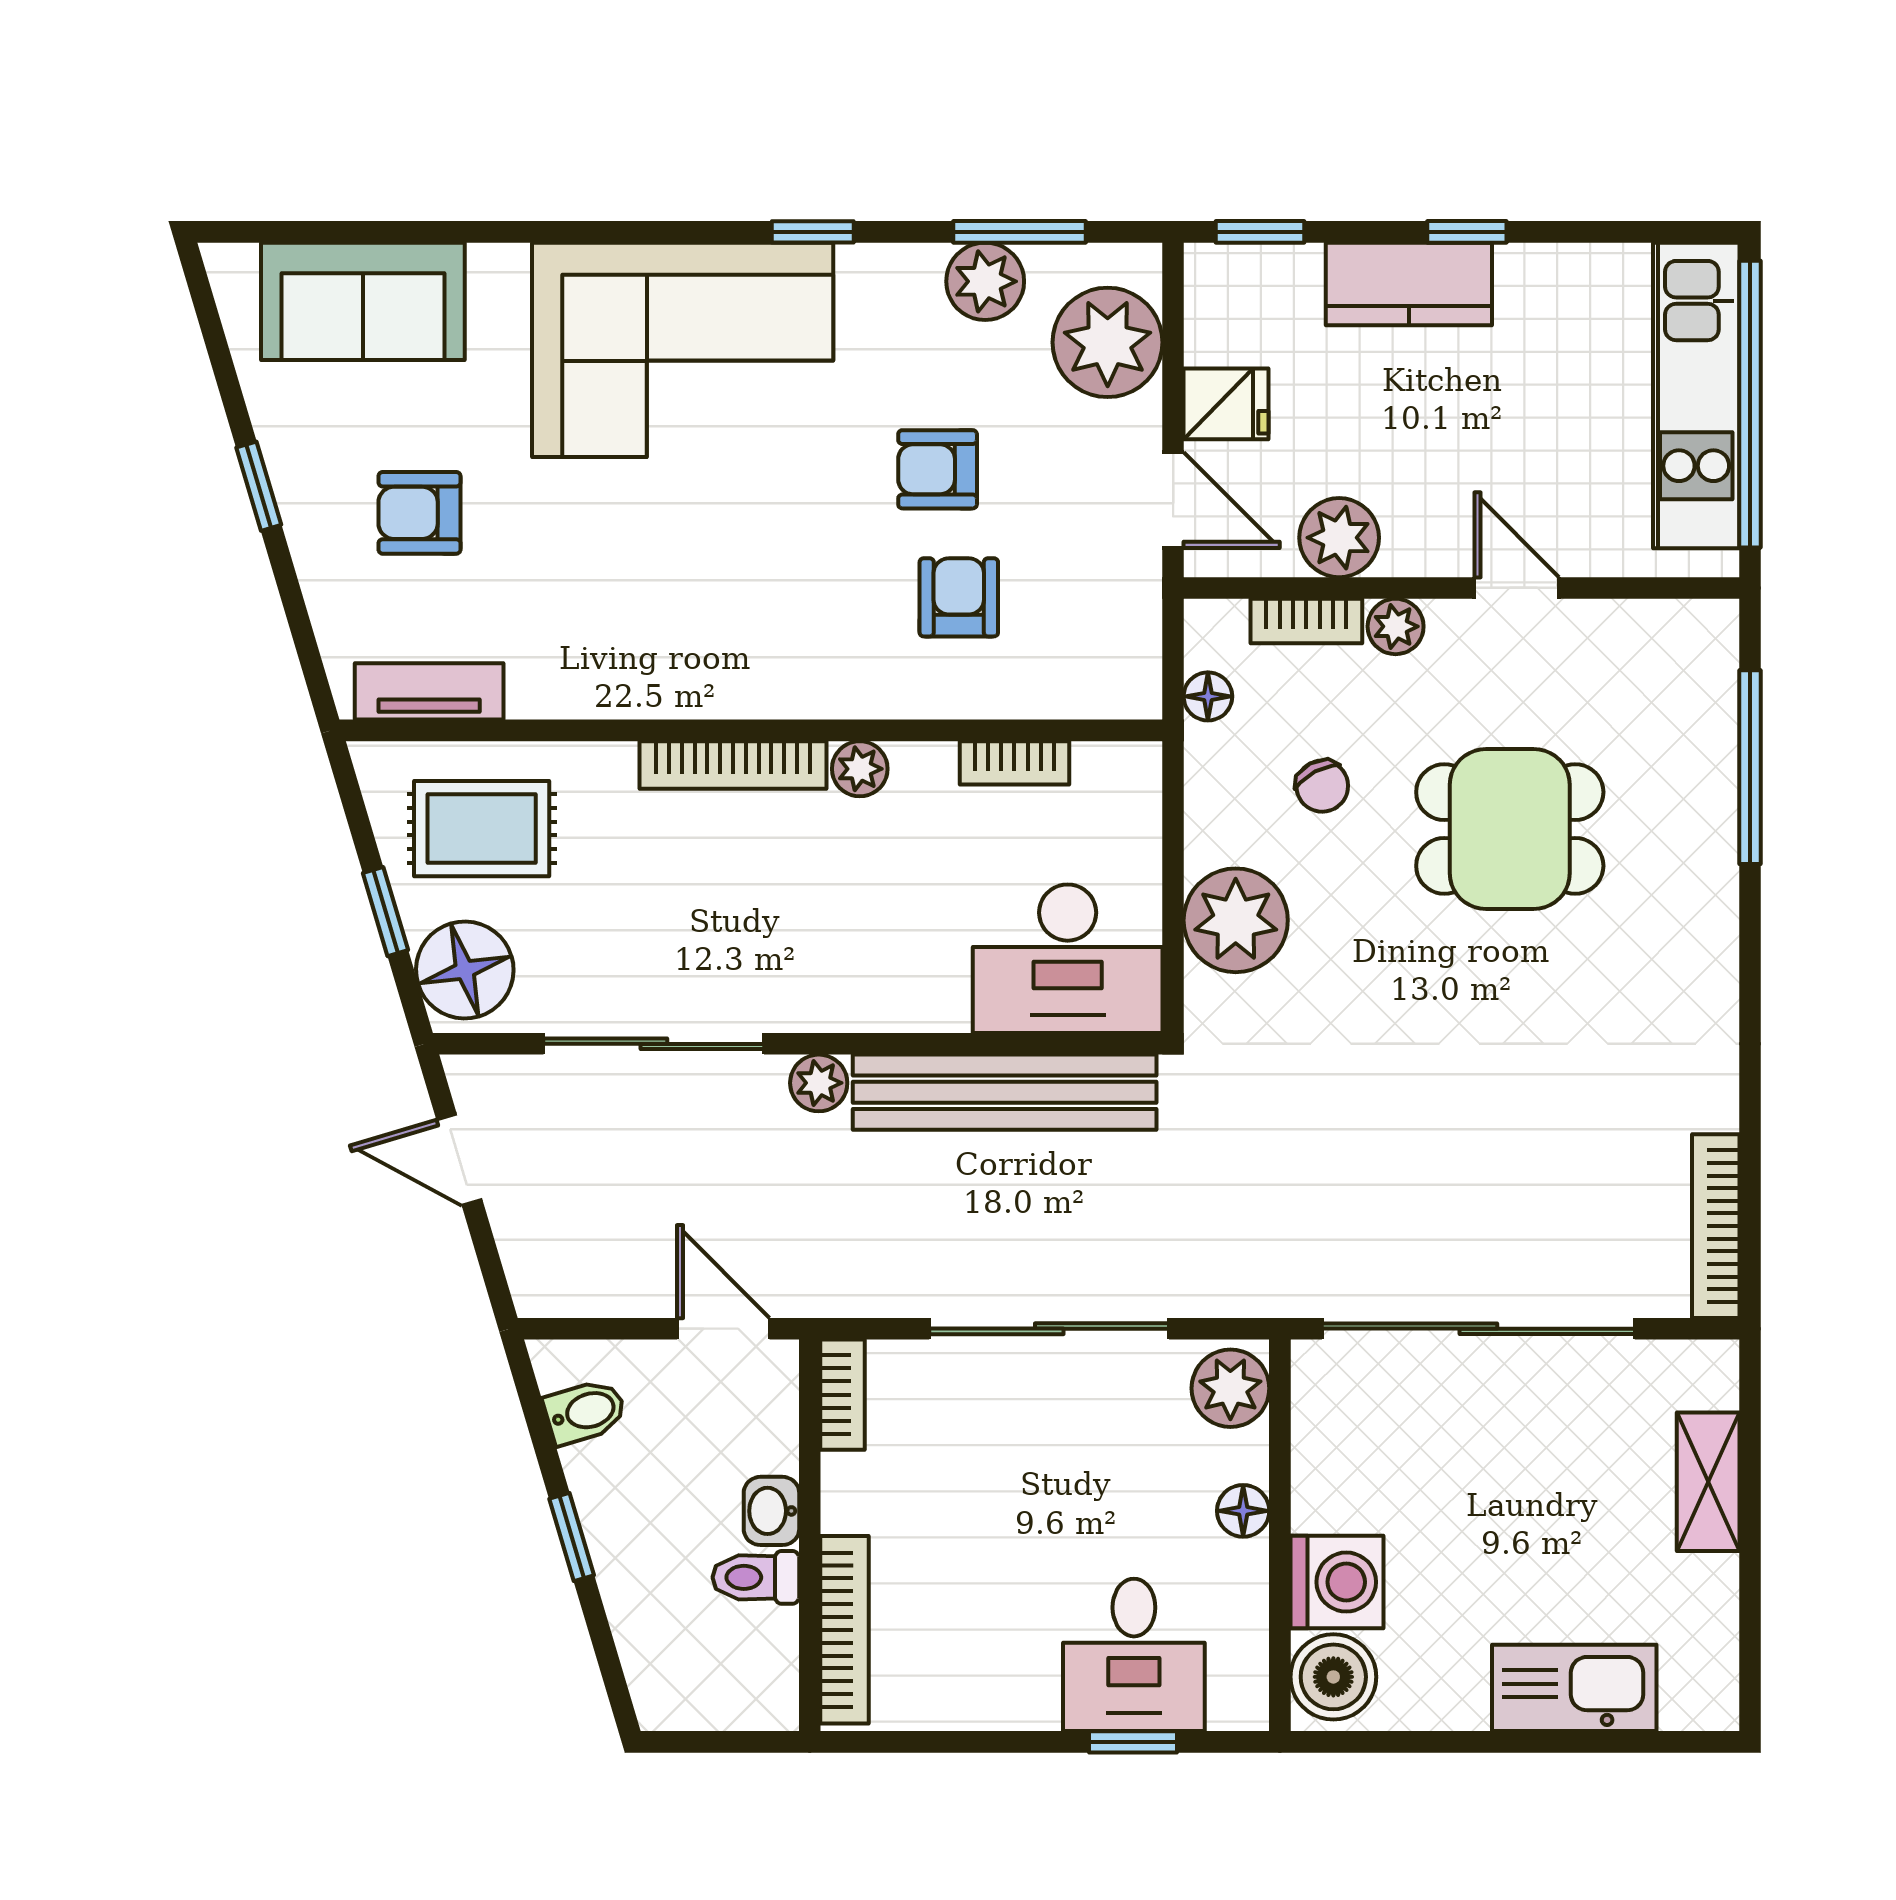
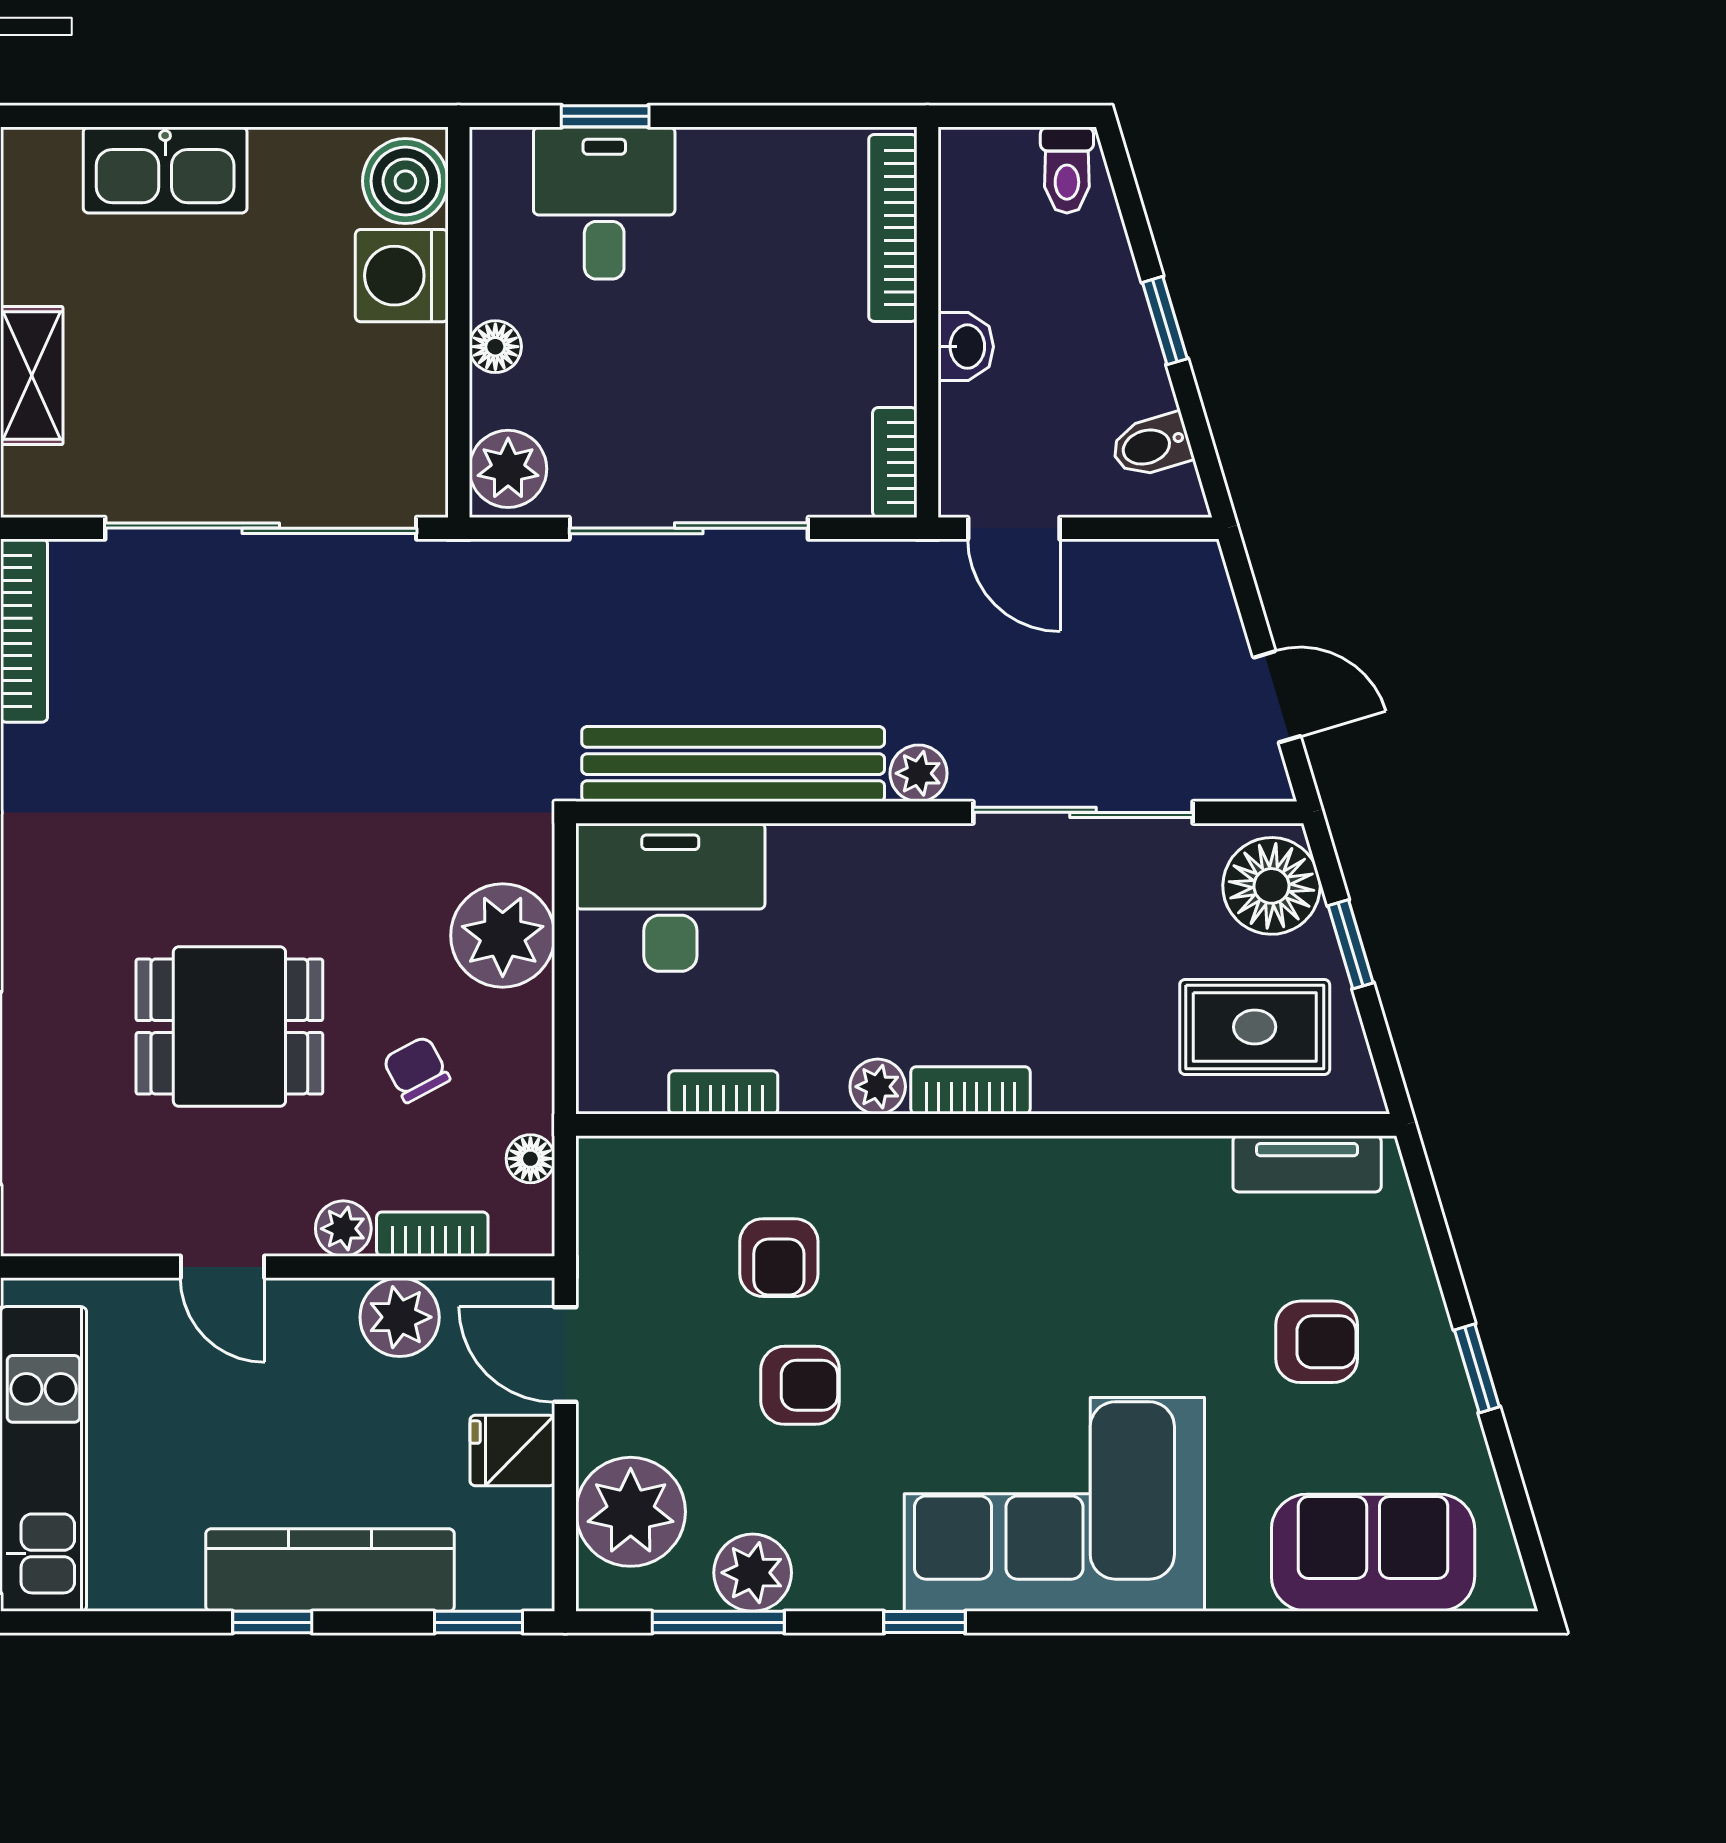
kitchen counter: (1409, 284) -> (330, 1570), width x1.50
bookcase: (733, 765) -> (970, 1090), width x0.64
toilet: (756, 1577) -> (1067, 170), moved, turned 90

